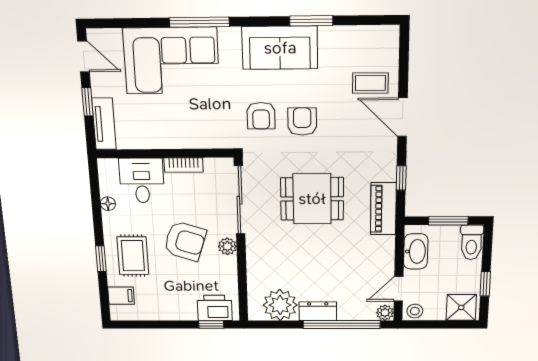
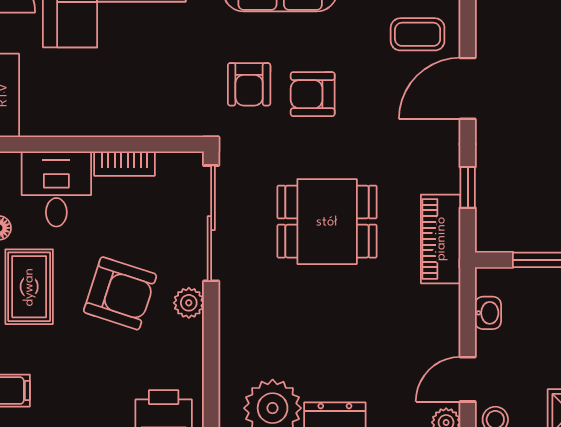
door: (403, 117) -> (468, 88), hinge flipped
armchair: (302, 122) -> (313, 94), turned -90
washbasin: (416, 251) -> (488, 313), width x0.52, depth x0.69
rug: (133, 256) -> (29, 287), moved

